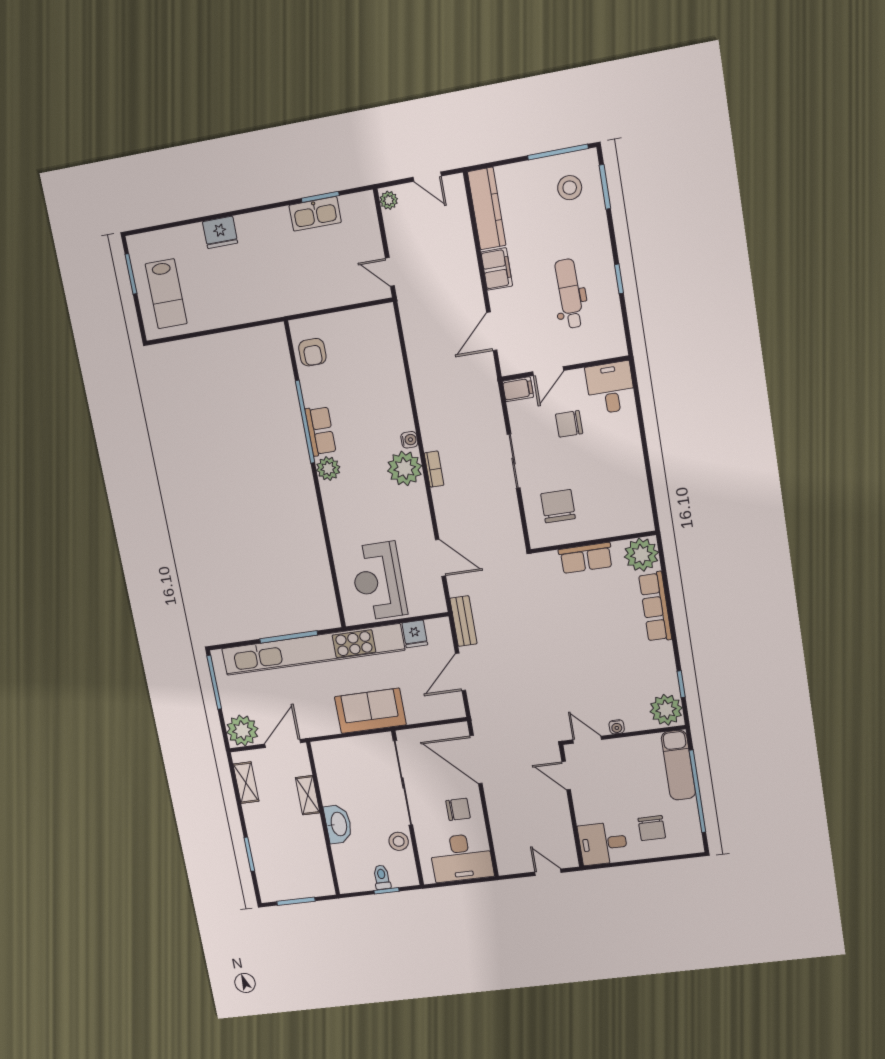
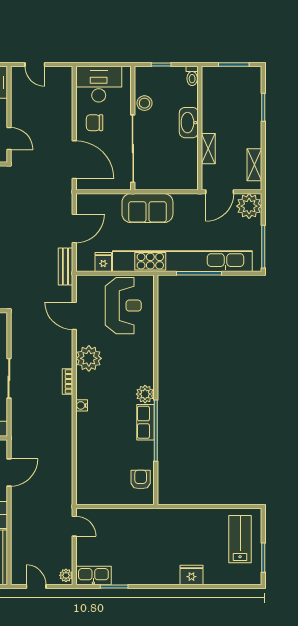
kitchen sink: (315, 214) -> (93, 575), moved
plant: (405, 468) -> (89, 358), moved
toilet: (382, 877) -> (192, 76), moved

